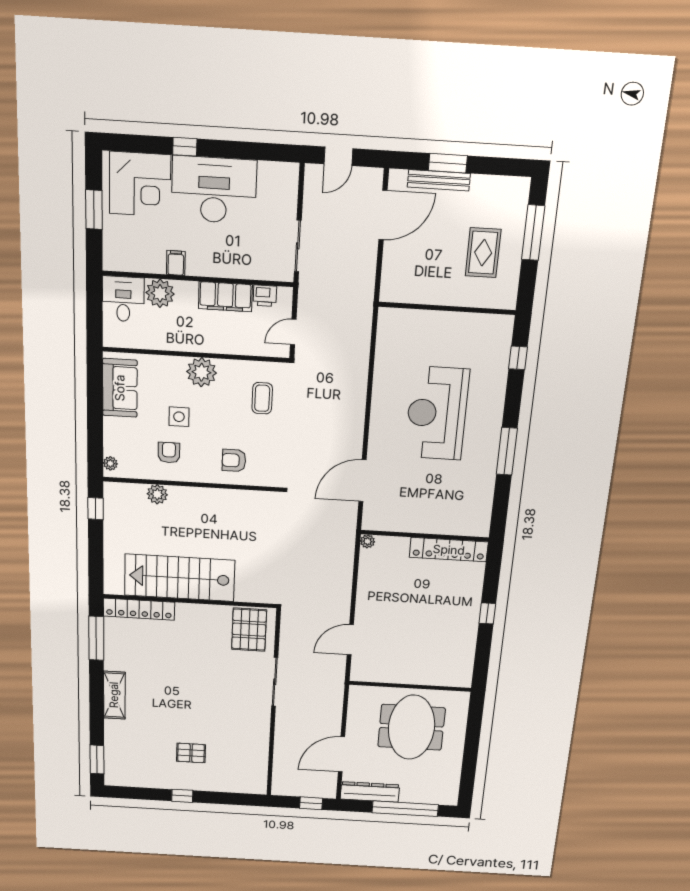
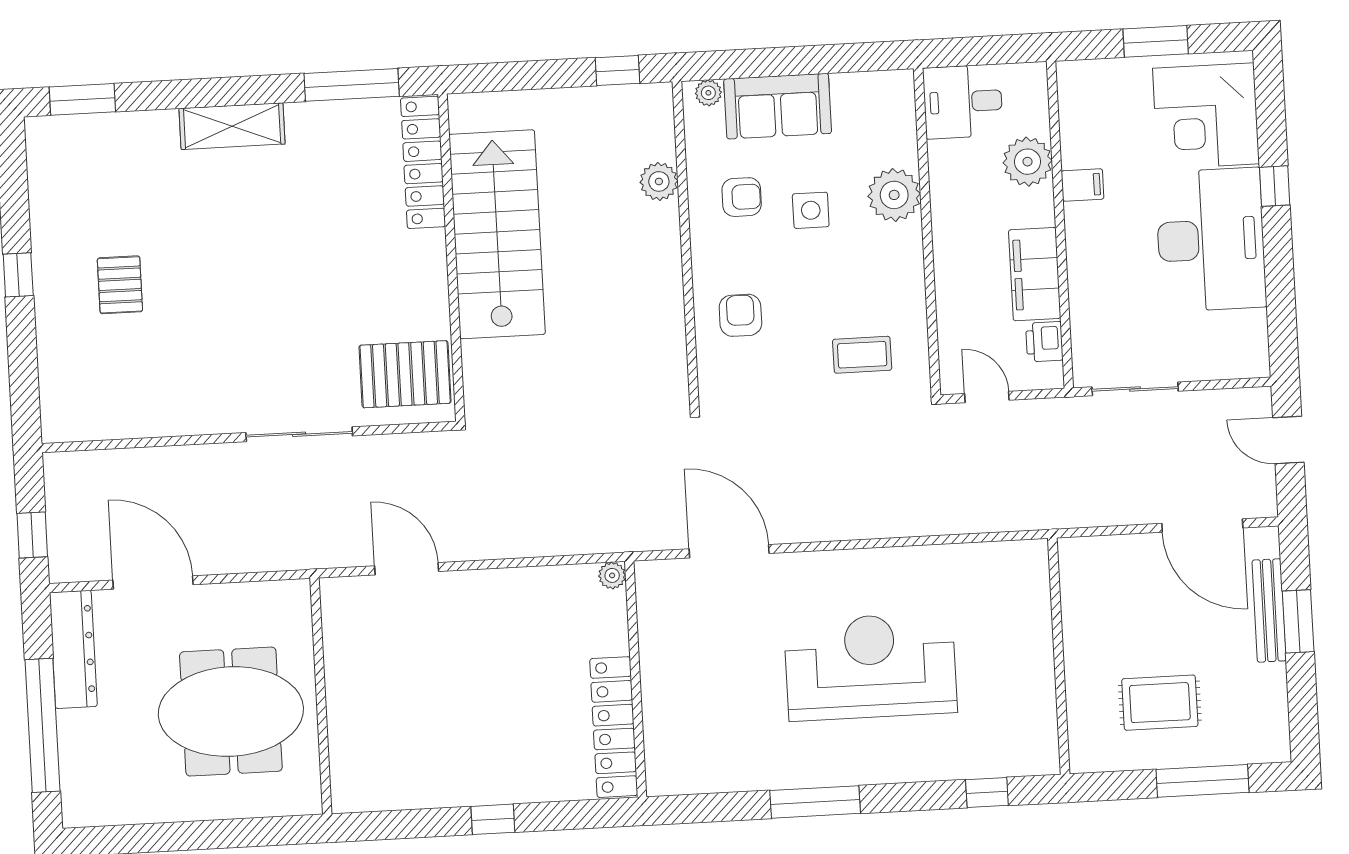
desk: (123, 299) -> (963, 102), moved, turned 180
plant: (202, 372) -> (894, 195), moved
sofa: (120, 388) -> (778, 106), moved

